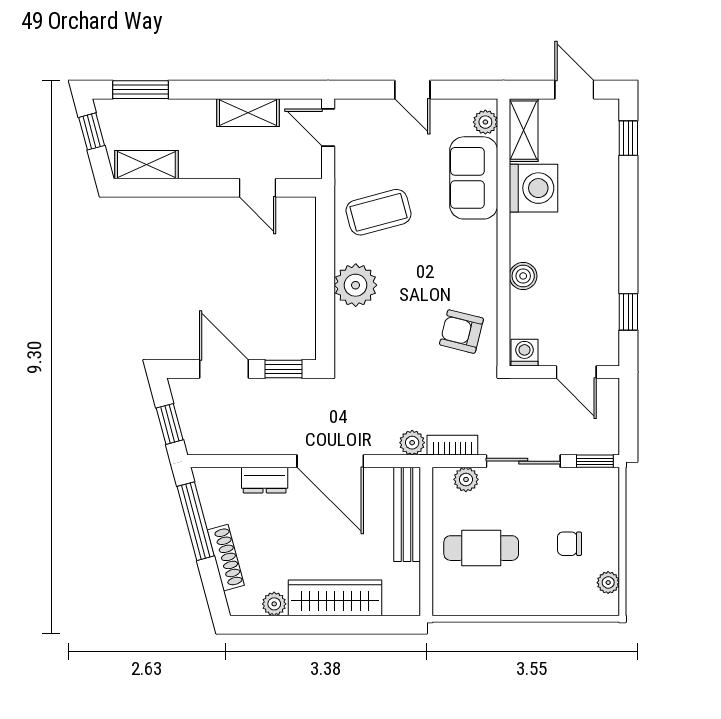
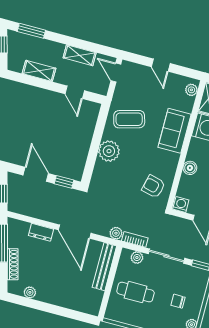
shelving: (146, 165) -> (39, 71), moved
sofa: (474, 178) -> (175, 131), moved
wardrobe: (335, 598) -> (60, 297), removed

